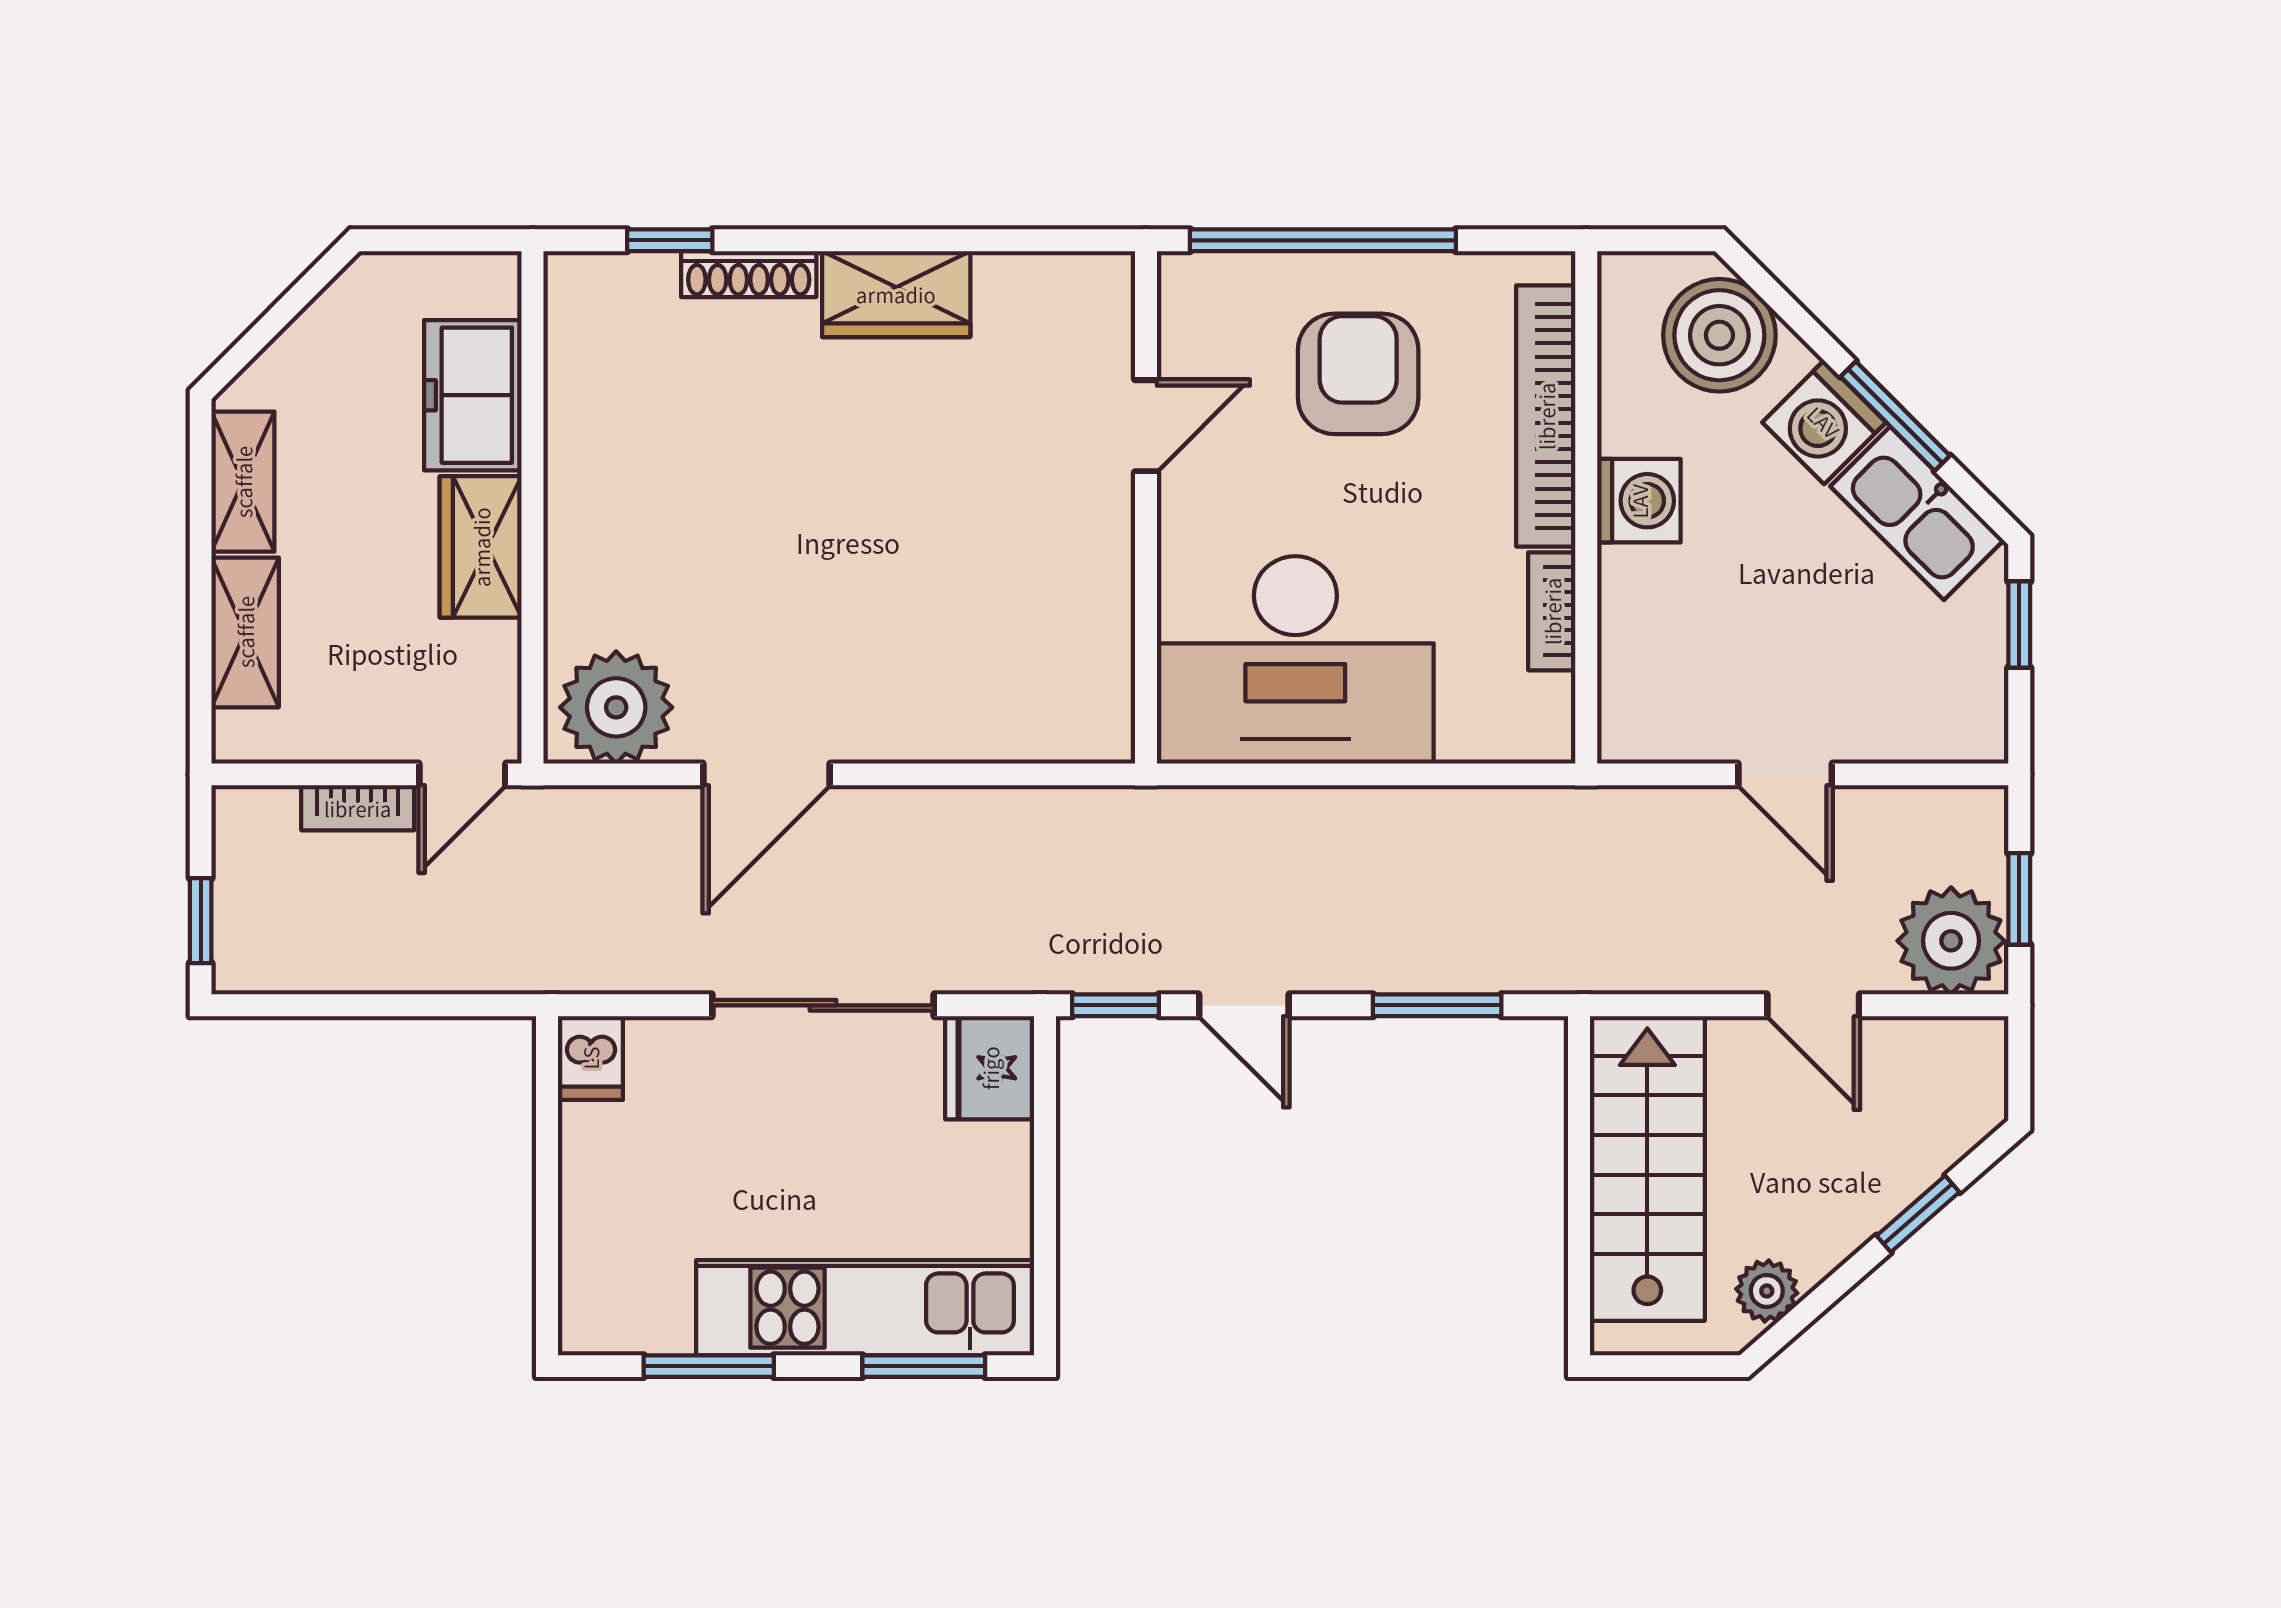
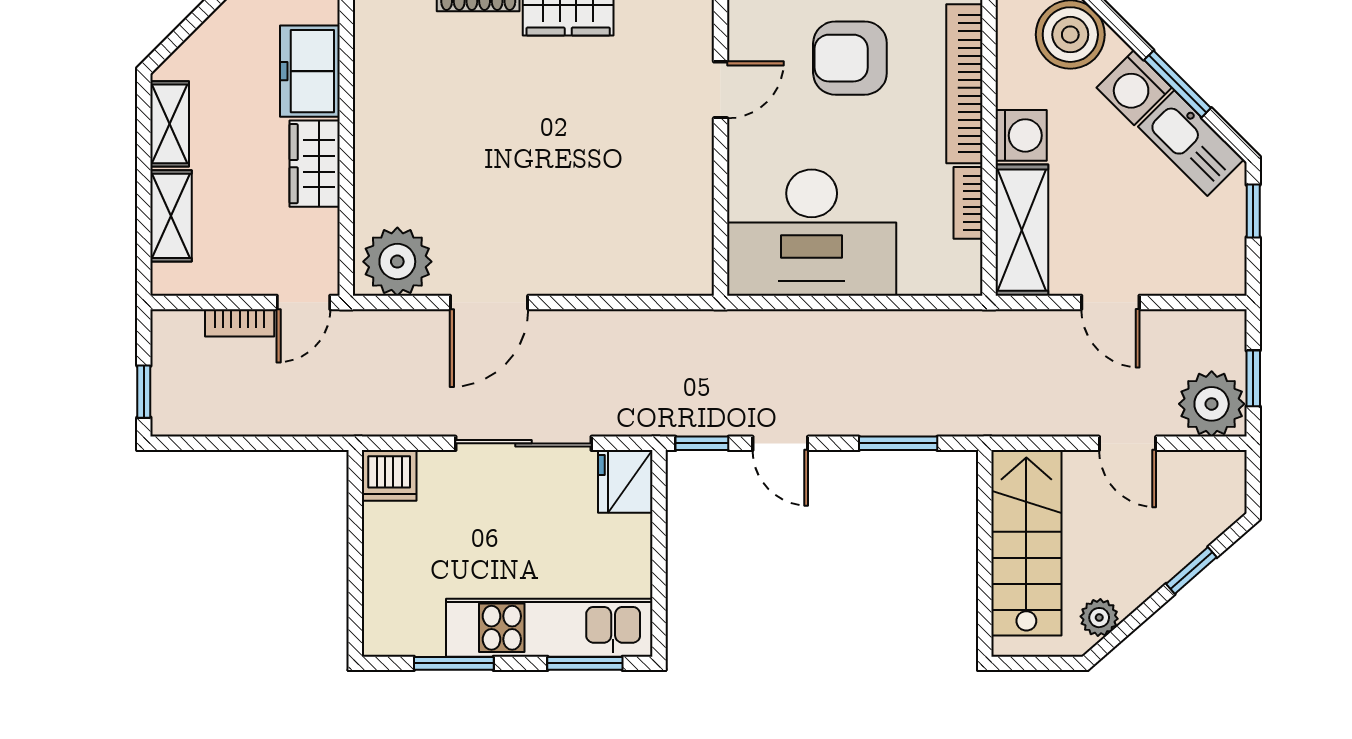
armchair: (1358, 374) -> (850, 58), turned -90
shelving: (1640, 656) -> (1022, 230), added
dishwasher: (590, 1058) -> (389, 475), width x1.38

